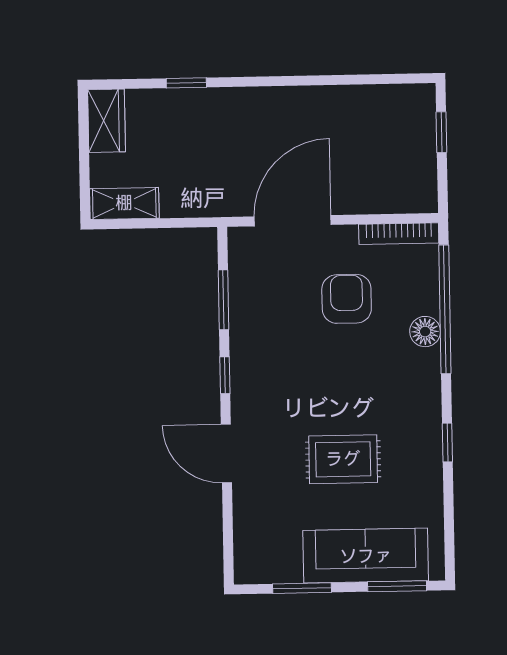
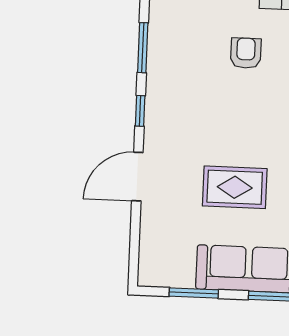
armchair: (347, 299) -> (246, 53), width x0.72, depth x0.72
door: (226, 454) -> (137, 177), hinge flipped

